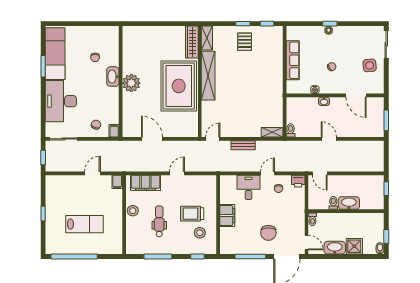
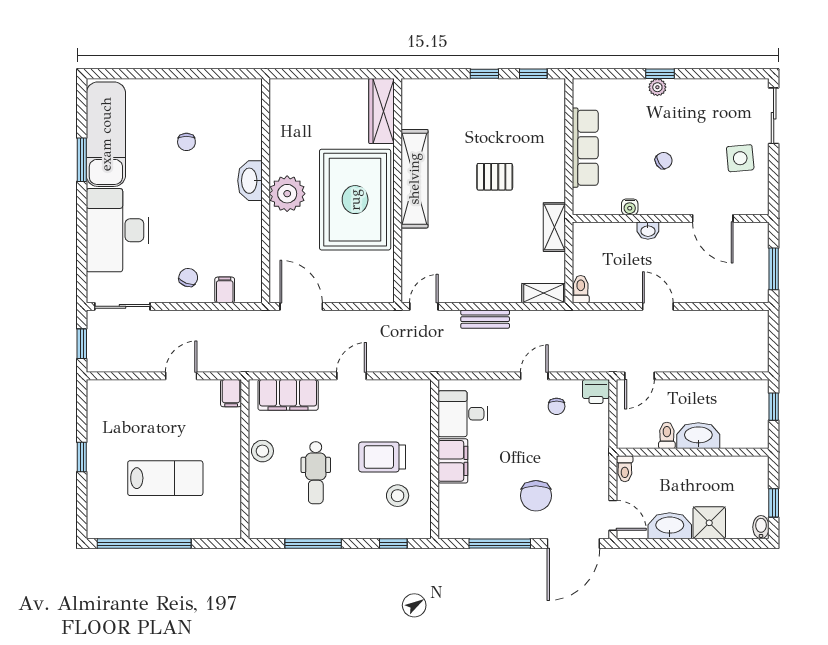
shelving: (207, 38) -> (554, 227), moved
pallet: (245, 42) -> (495, 177), moved, turned 90
washbasin: (113, 77) -> (250, 181), moved
wall: (121, 82) -> (266, 191), moved
plant: (131, 83) -> (287, 194), moved
door: (320, 173) -> (639, 376), hinge flipped
desk: (248, 187) -> (463, 414), moved, turned -90
dental chair: (159, 221) -> (316, 473), turned 180

